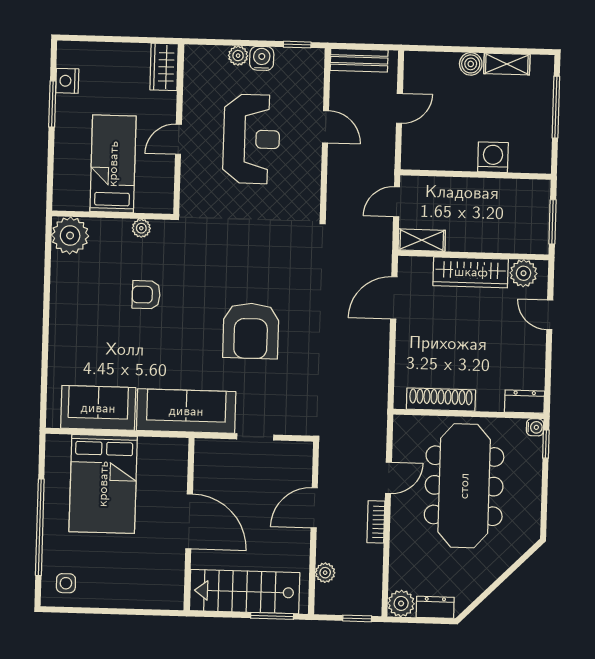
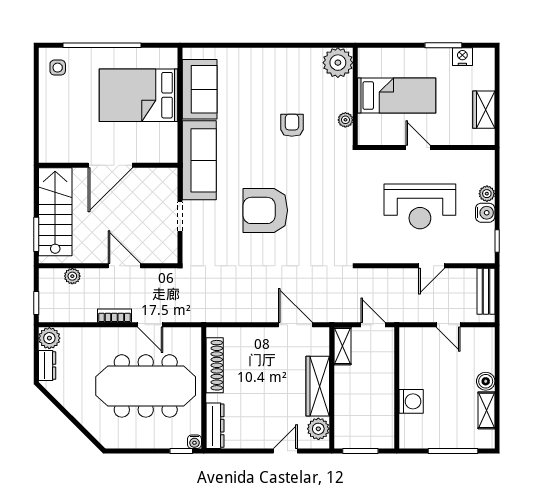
wardrobe: (164, 67) -> (484, 110), moved, turned -90
dresser: (524, 402) -> (215, 426), width x1.44

